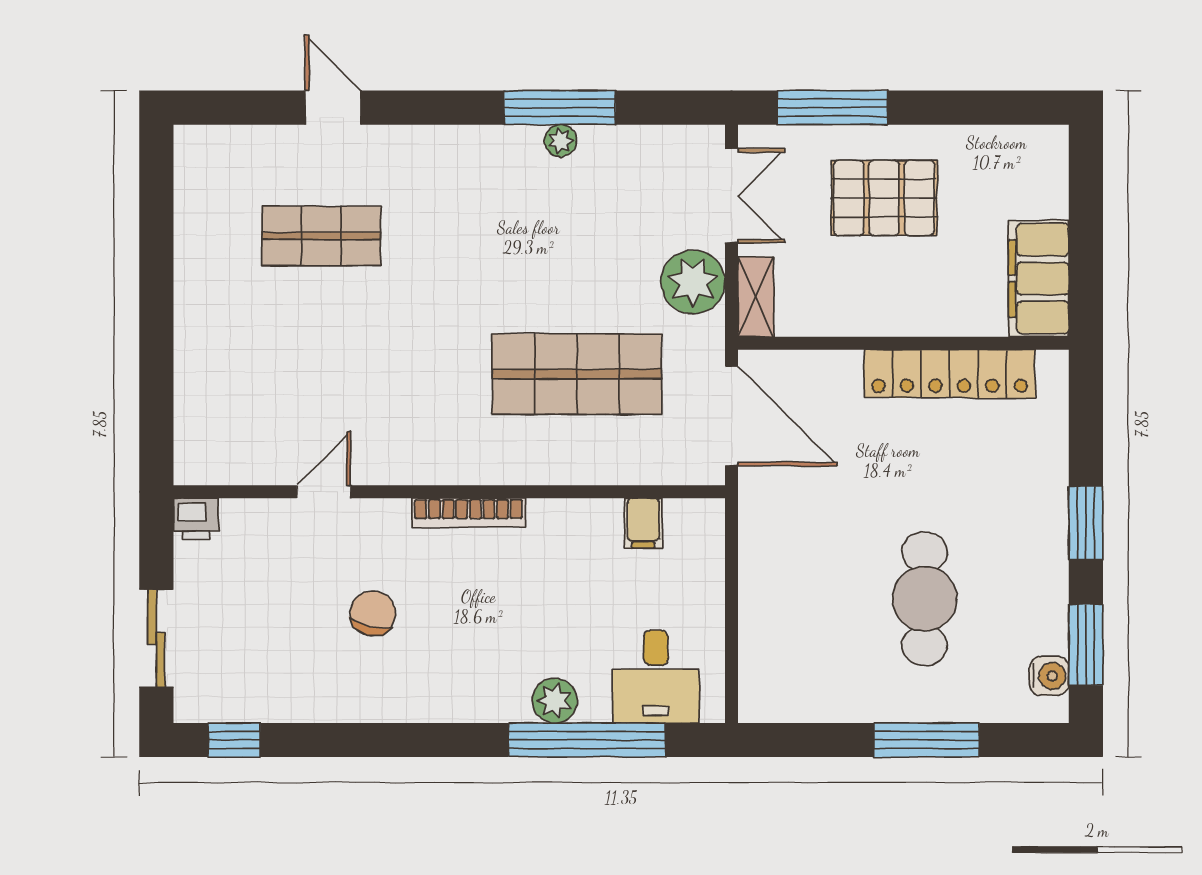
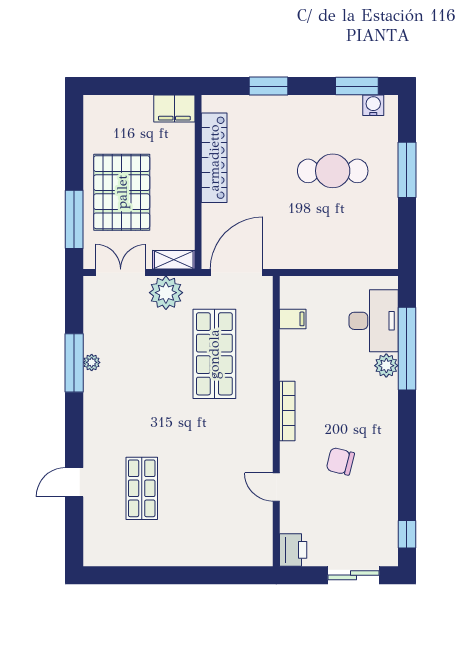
pallet: (884, 198) -> (122, 192), width x1.37, depth x1.41
filing cabinet: (1039, 279) -> (174, 109), width x0.67, depth x0.86
printer: (196, 519) -> (293, 550), width x1.36, depth x1.24
window: (1086, 523) -> (268, 86), moved
desk: (656, 677) -> (374, 321), width x1.37

